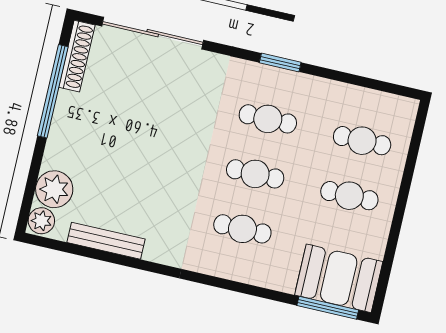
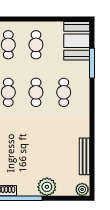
plant: (54, 189) -> (47, 187), moved
window: (328, 308) -> (92, 63), moved

